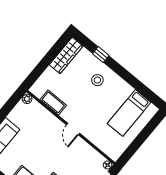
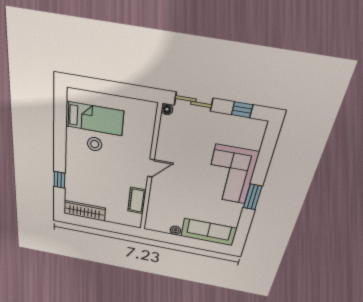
stool: (97, 80) -> (95, 144), moved
plant: (27, 99) -> (175, 230), moved

